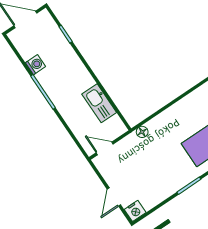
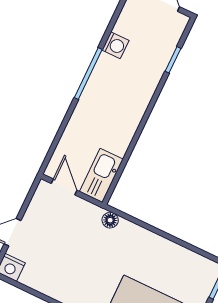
kitchen sink: (99, 103) -> (101, 175), moved

